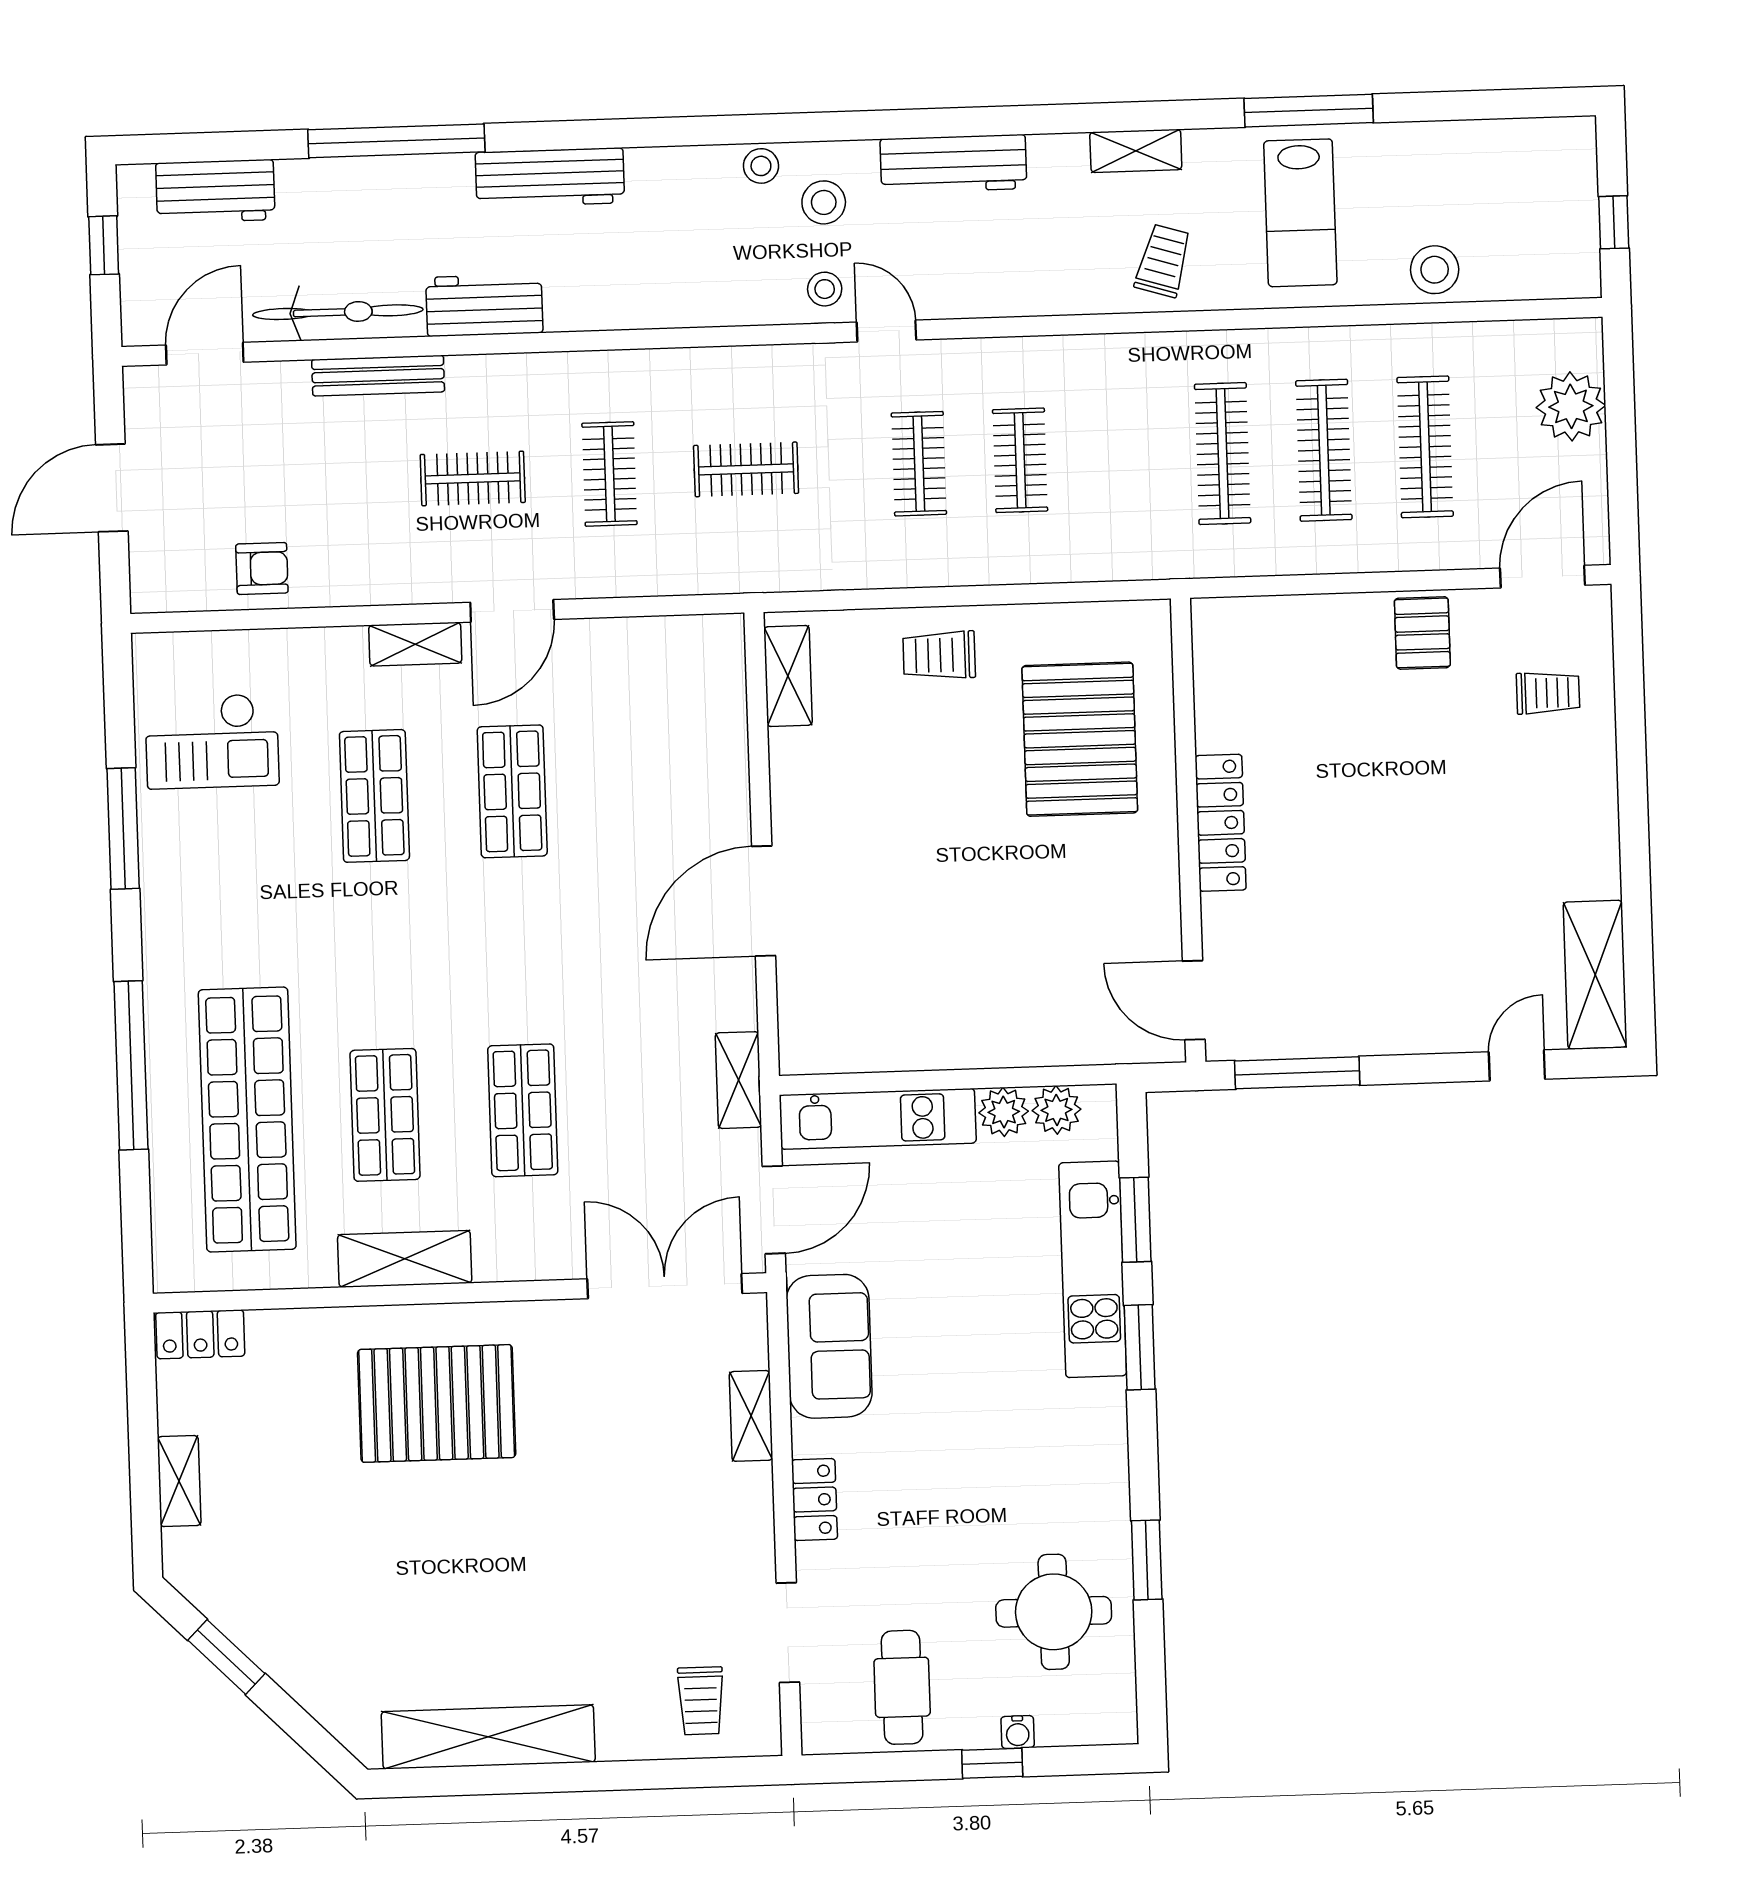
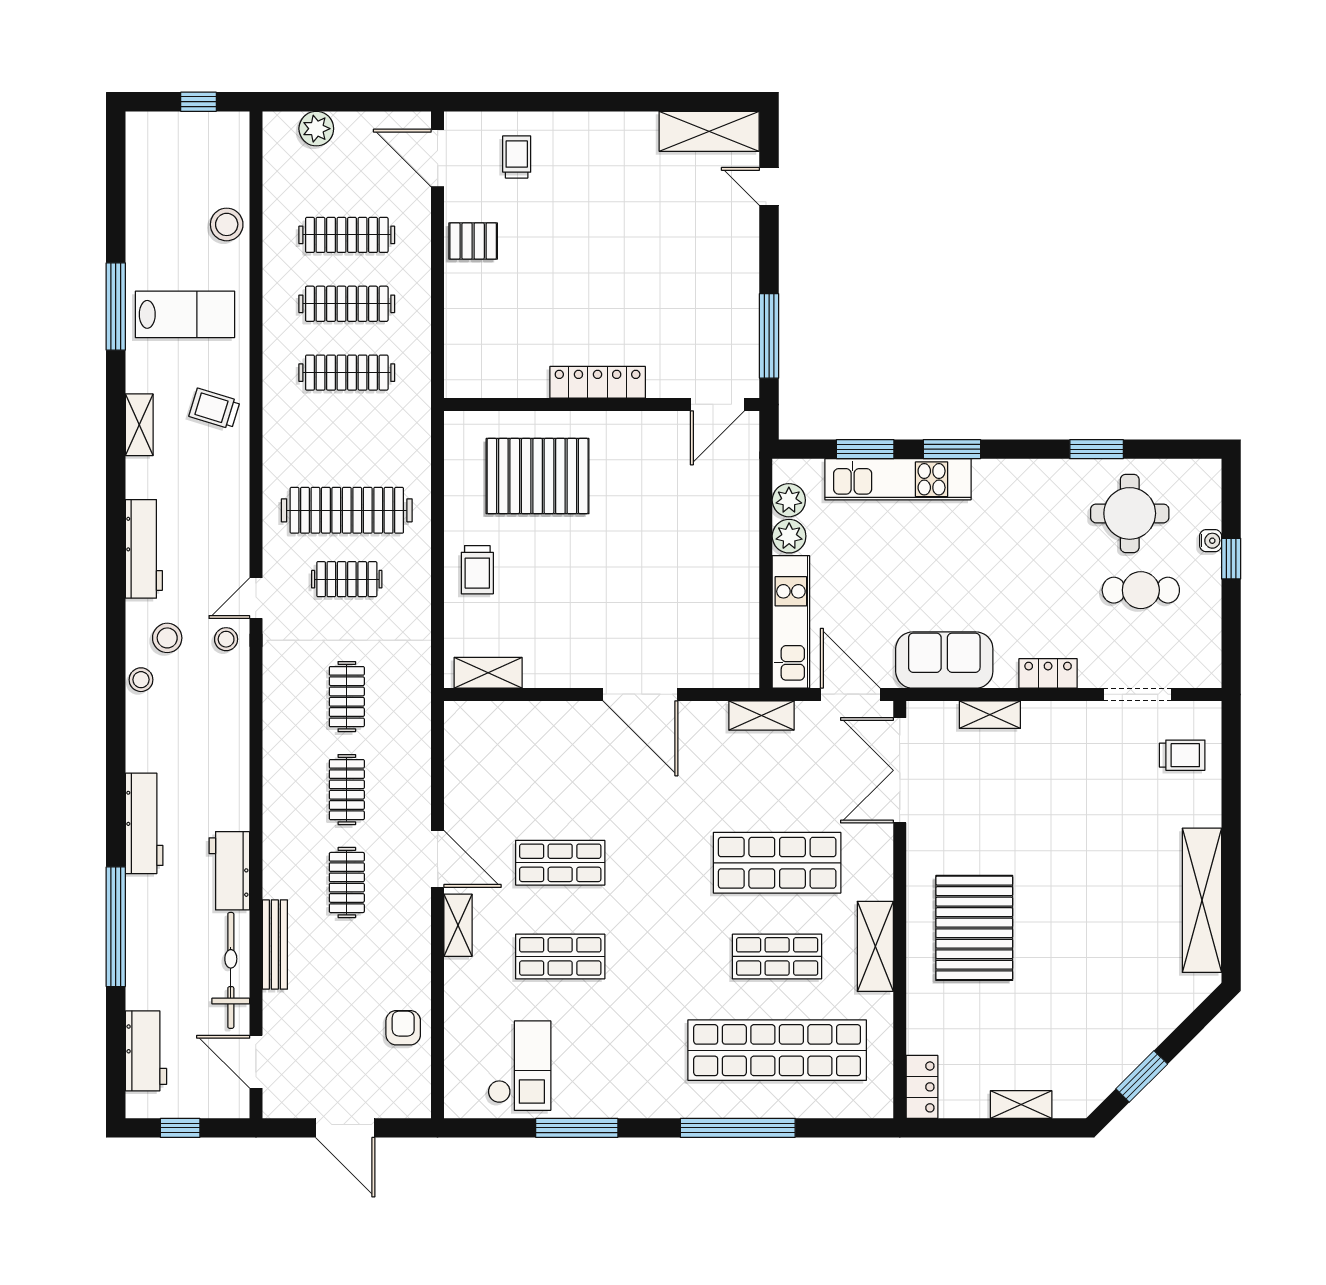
plant: (1571, 406) -> (316, 129), width x0.73, depth x0.73
clothes rail: (1020, 460) -> (347, 510), width x1.86, depth x1.31
clothes rail: (609, 474) -> (347, 790), turned 90
shop shelf: (523, 1110) -> (777, 863), width x1.43, depth x1.36
cafe table: (902, 1687) -> (1141, 590), moved

